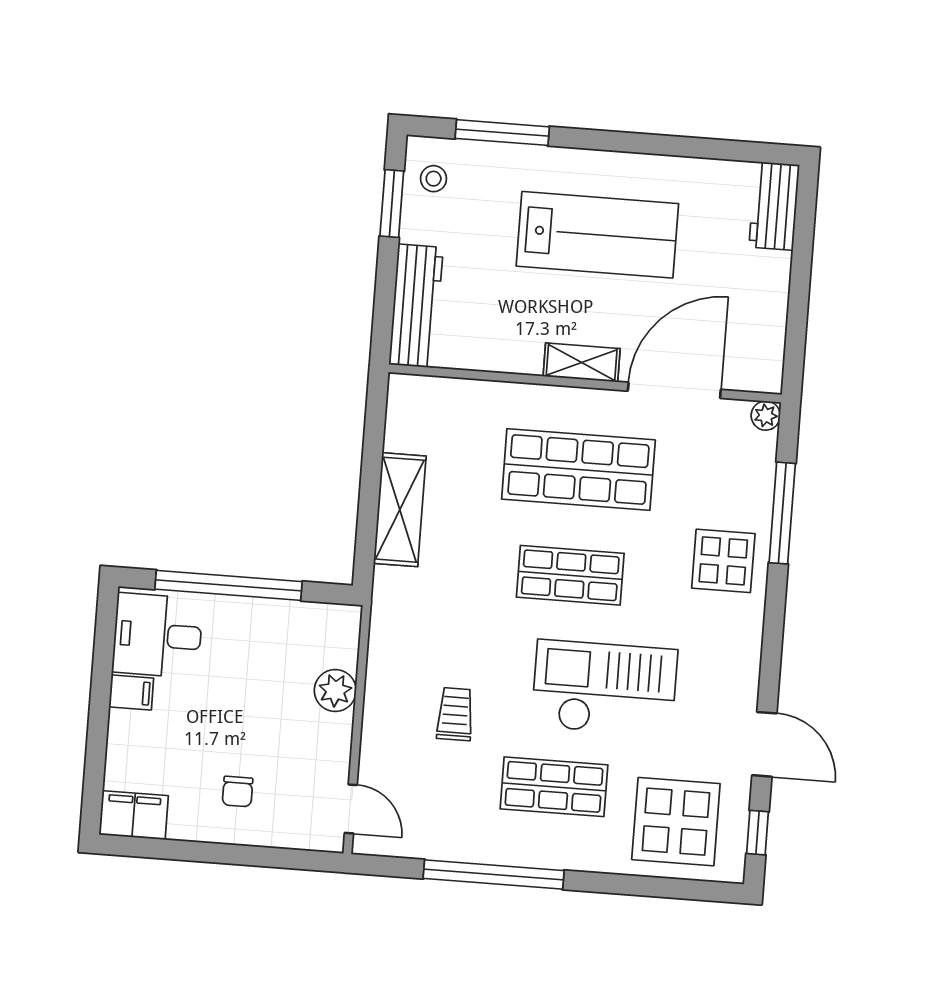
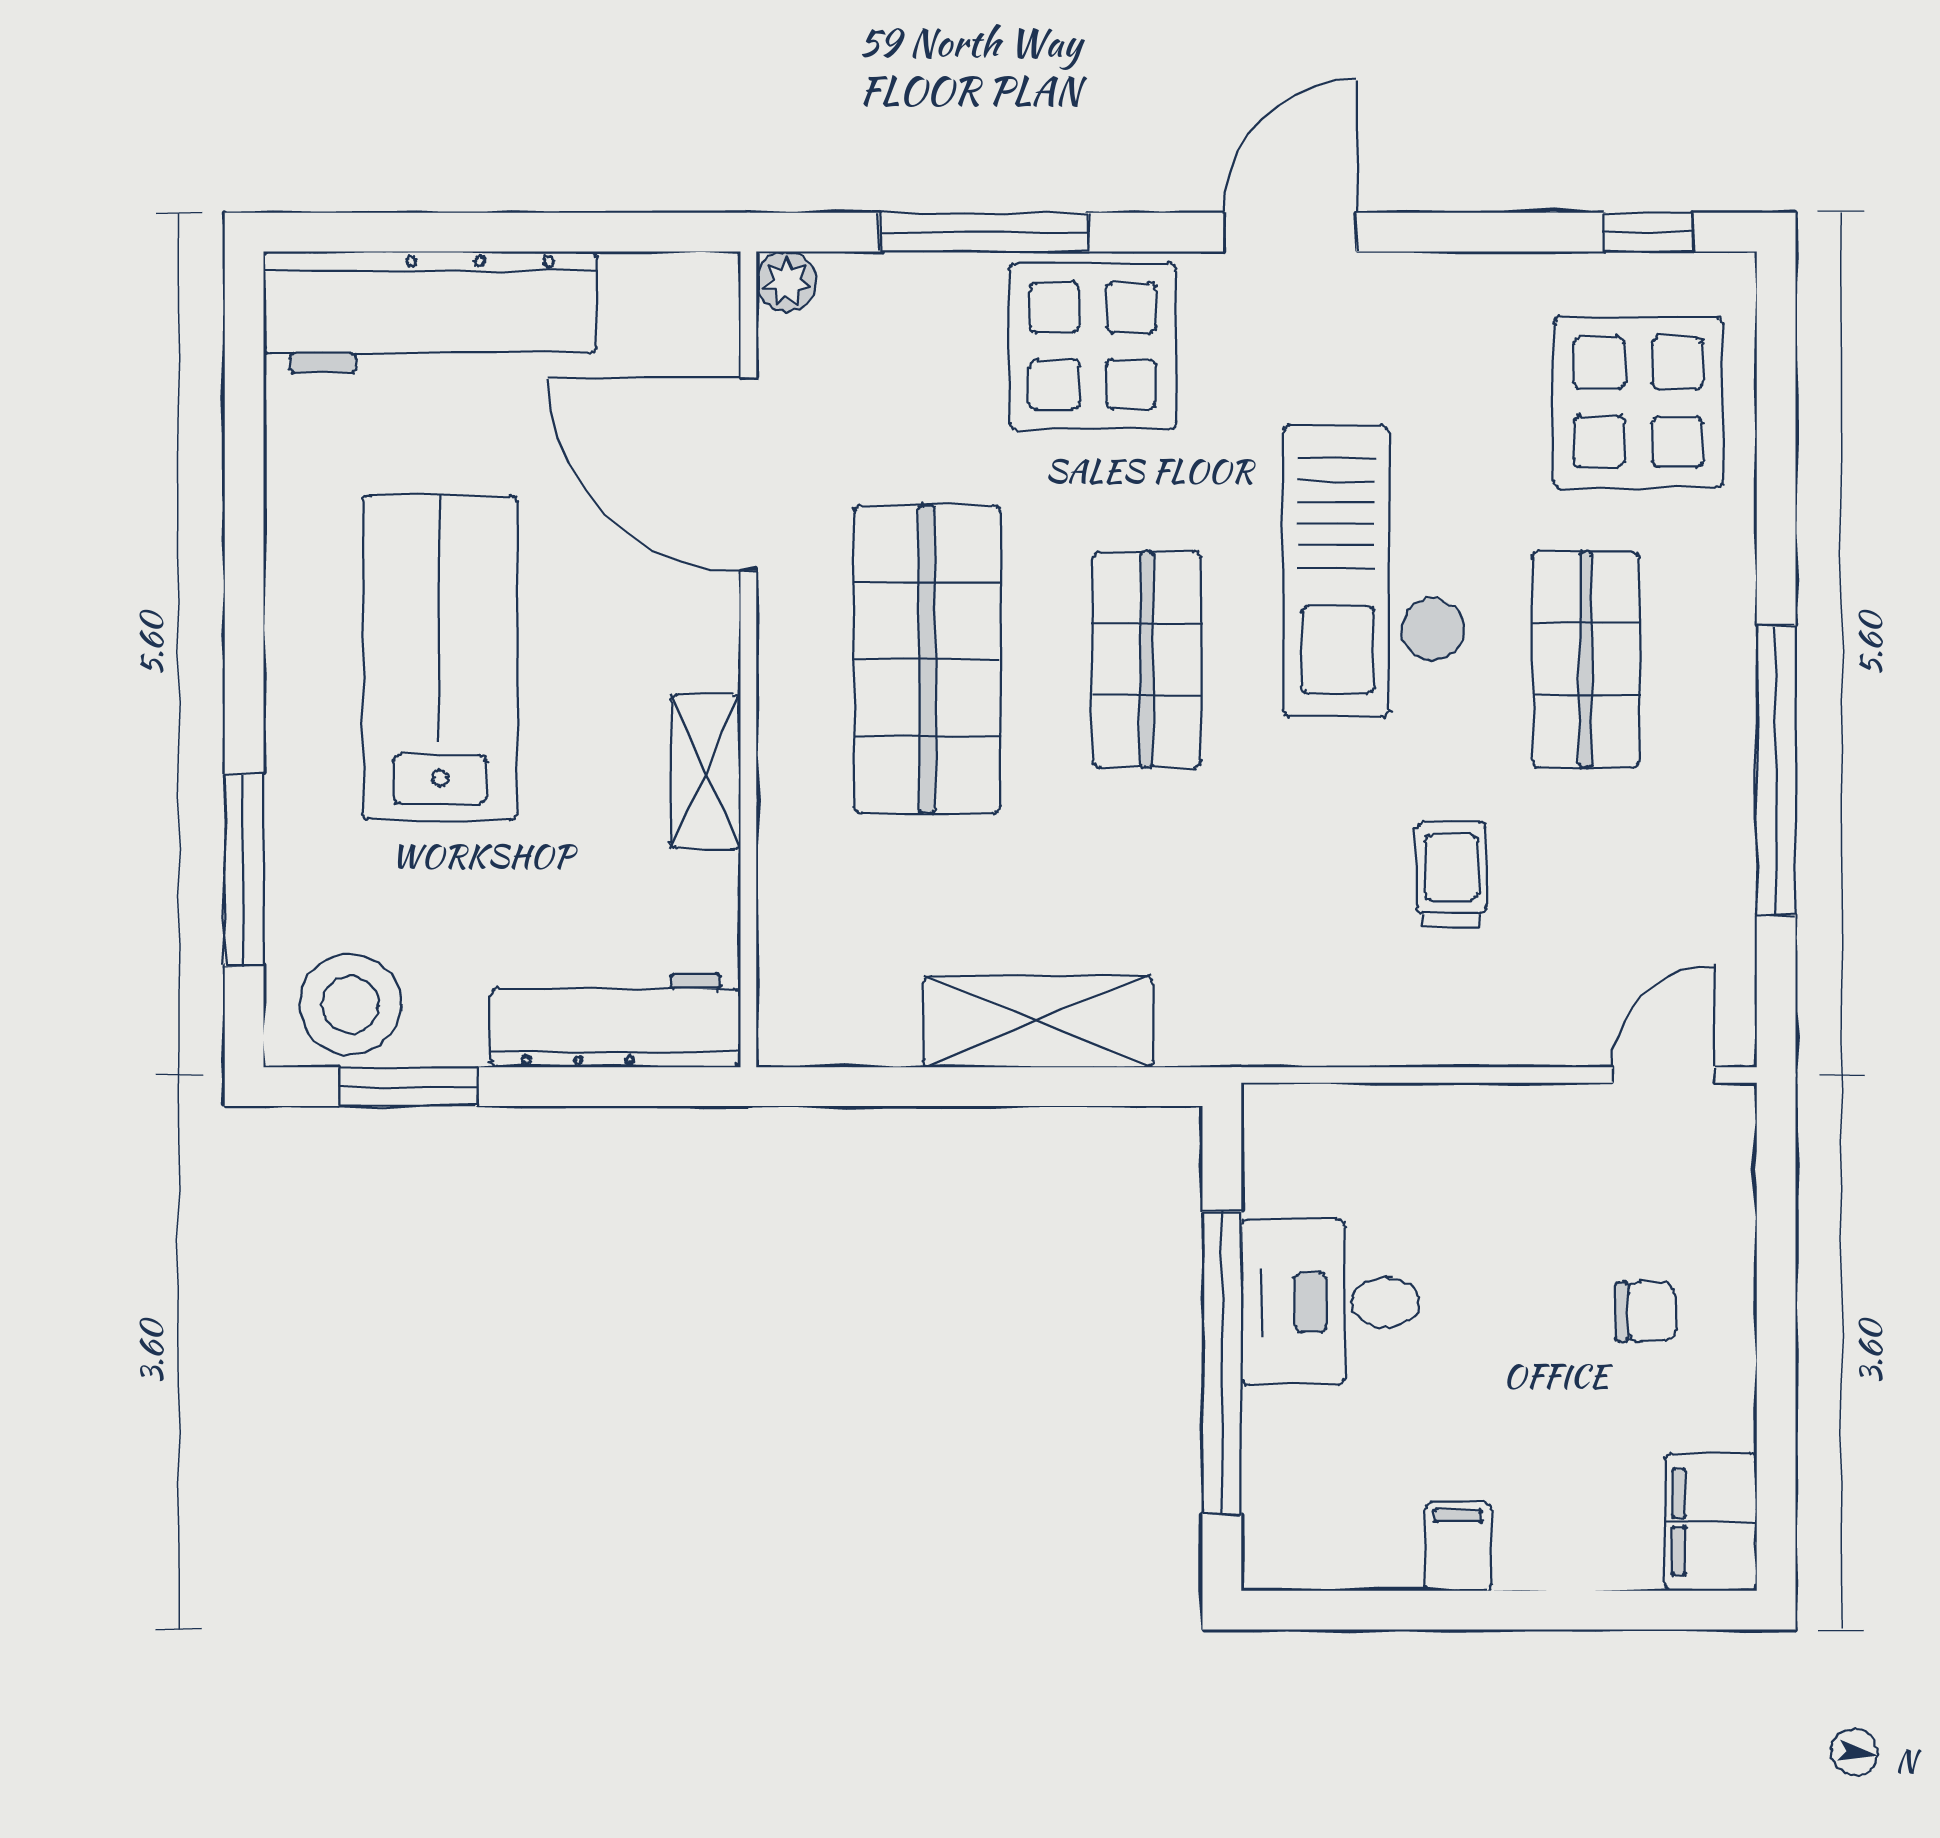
stool: (434, 179) -> (350, 1005), width x1.89, depth x1.89
workbench: (774, 206) -> (430, 312), width x1.88, depth x1.32
shelving: (582, 362) -> (706, 772), moved
display table: (723, 561) -> (1093, 346), width x1.36, depth x1.36
desk: (157, 635) -> (1330, 1302), moved, turned 90
plant: (335, 690) -> (1422, 1126), removed
trolley: (455, 714) -> (1451, 875), turned 90
door: (764, 744) -> (1290, 232), moved

